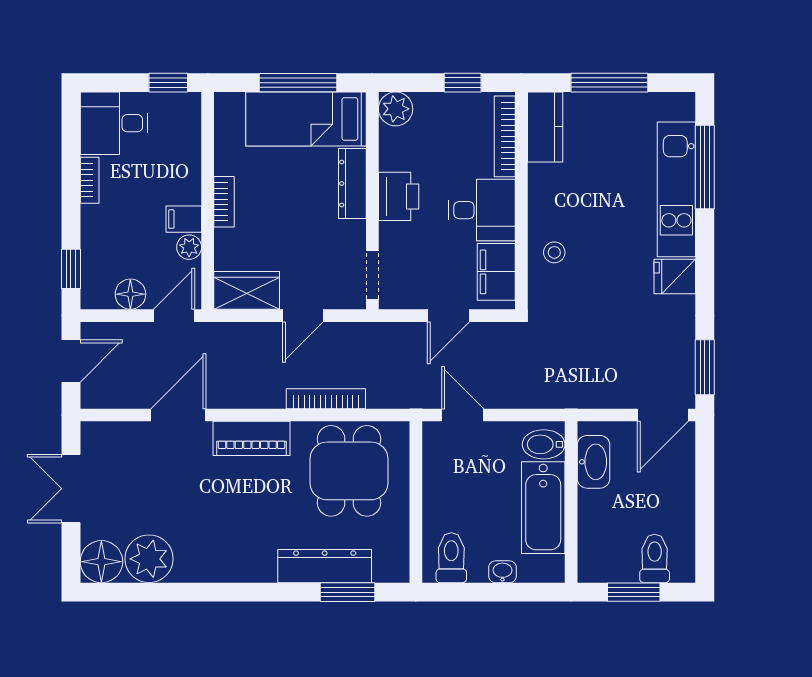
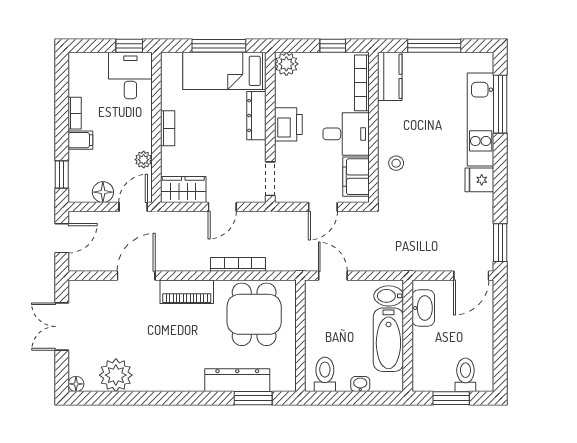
desk: (114, 123) -> (130, 76), moved, turned 90
filing cabinet: (184, 219) -> (80, 140), moved, turned 180
floor lamp: (101, 562) -> (76, 384), width x0.53, depth x0.53

